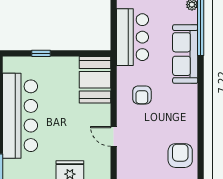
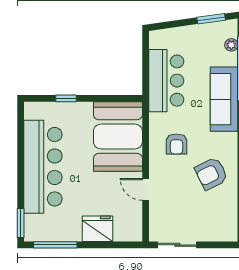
booth: (95, 80) -> (118, 137), width x1.36, depth x1.42
armchair: (180, 156) -> (211, 174), moved, turned -116

